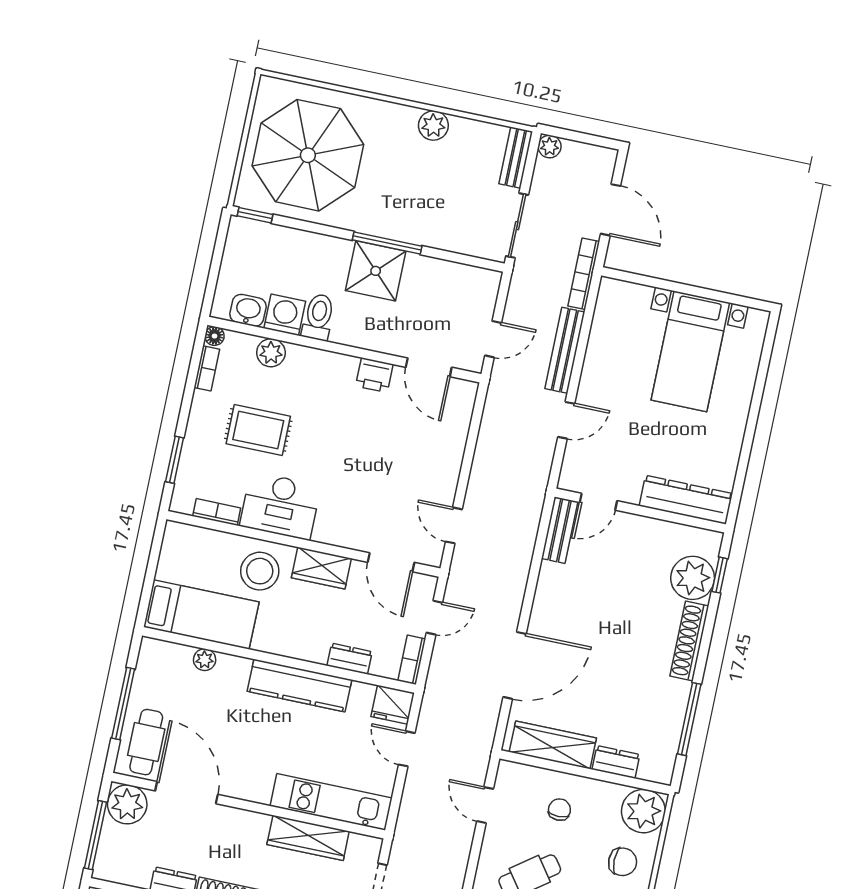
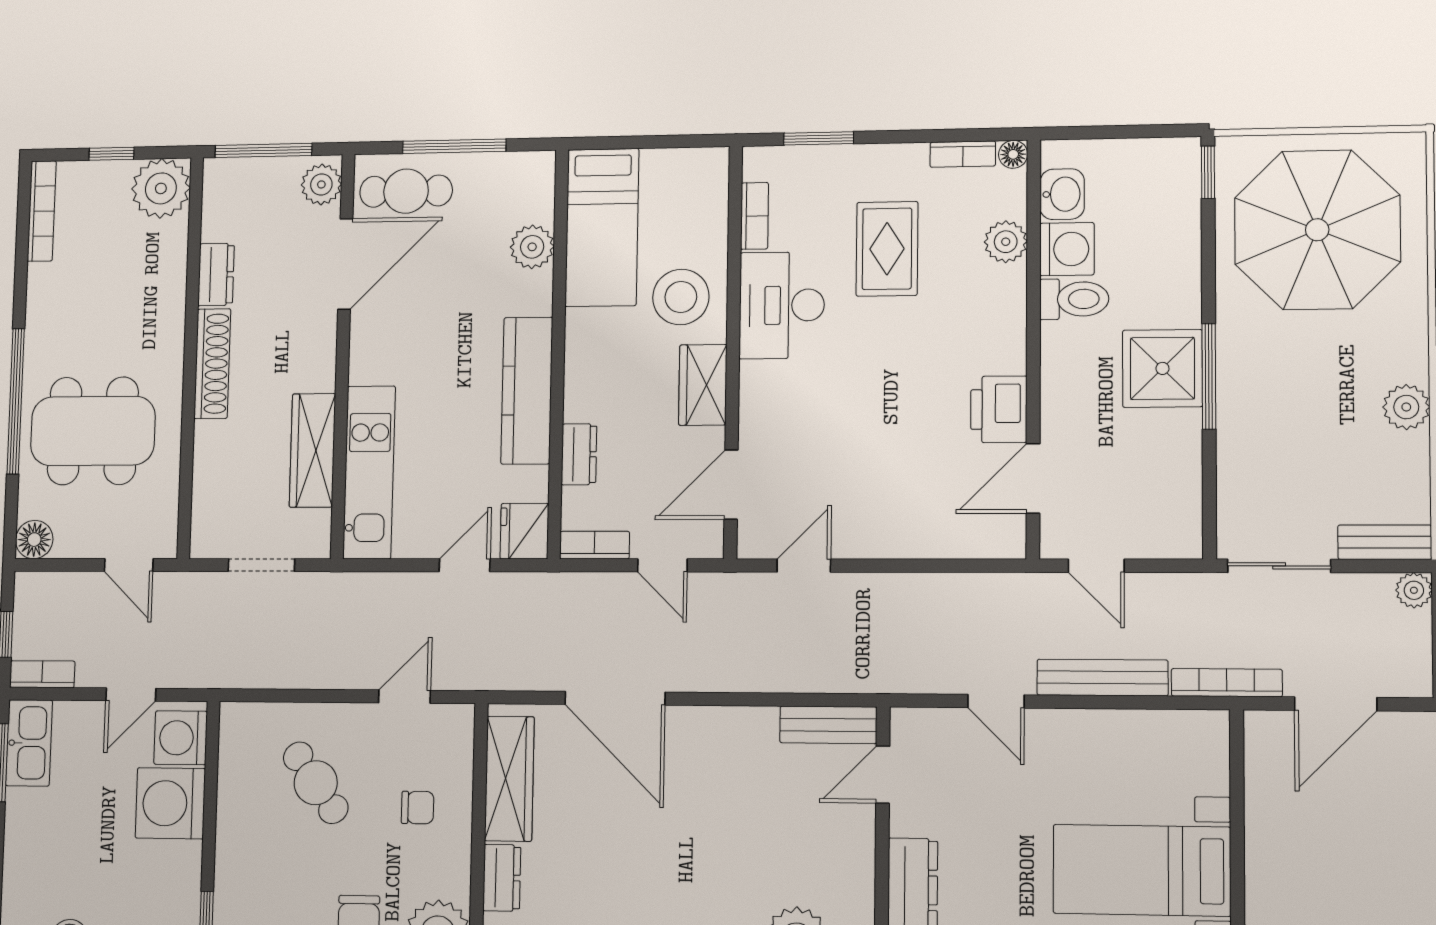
printer: (374, 375) -> (999, 409), width x1.36, depth x1.24
door: (598, 502) -> (883, 775), hinge flipped
plant: (205, 660) -> (532, 247), width x1.38, depth x1.38
plant: (127, 804) -> (321, 184), width x0.73, depth x0.73

